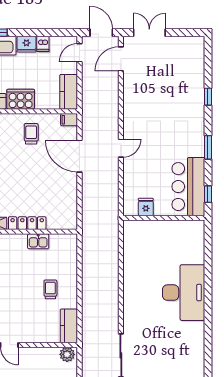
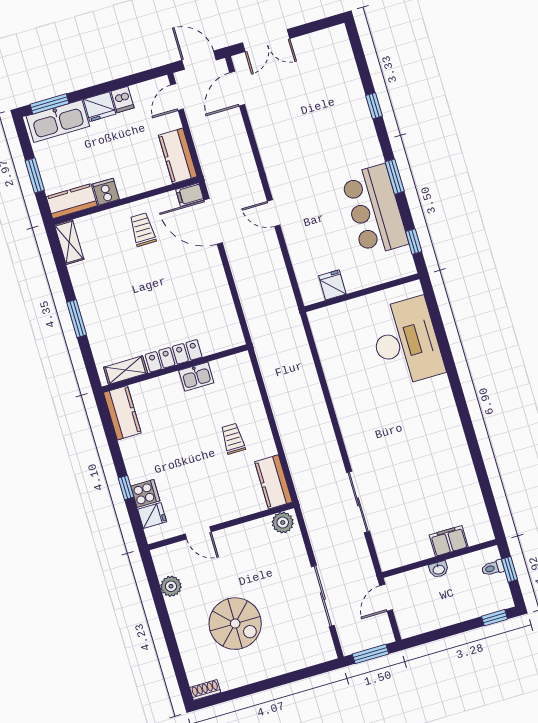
double door: (149, 33) -> (266, 41), swing flipped
cooker: (21, 99) -> (106, 192), width x0.53, depth x0.76
door: (121, 148) -> (274, 213), swing flipped
door: (79, 156) -> (213, 221), moved
bar counter: (188, 187) -> (375, 210), moved
desk: (184, 293) -> (406, 342), moved

